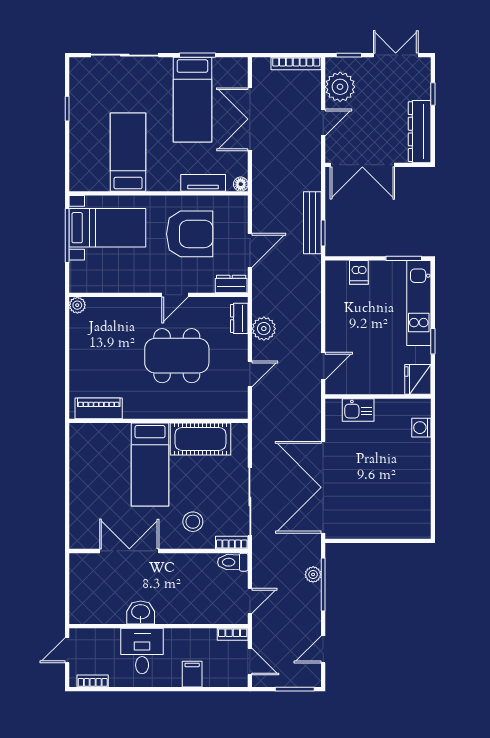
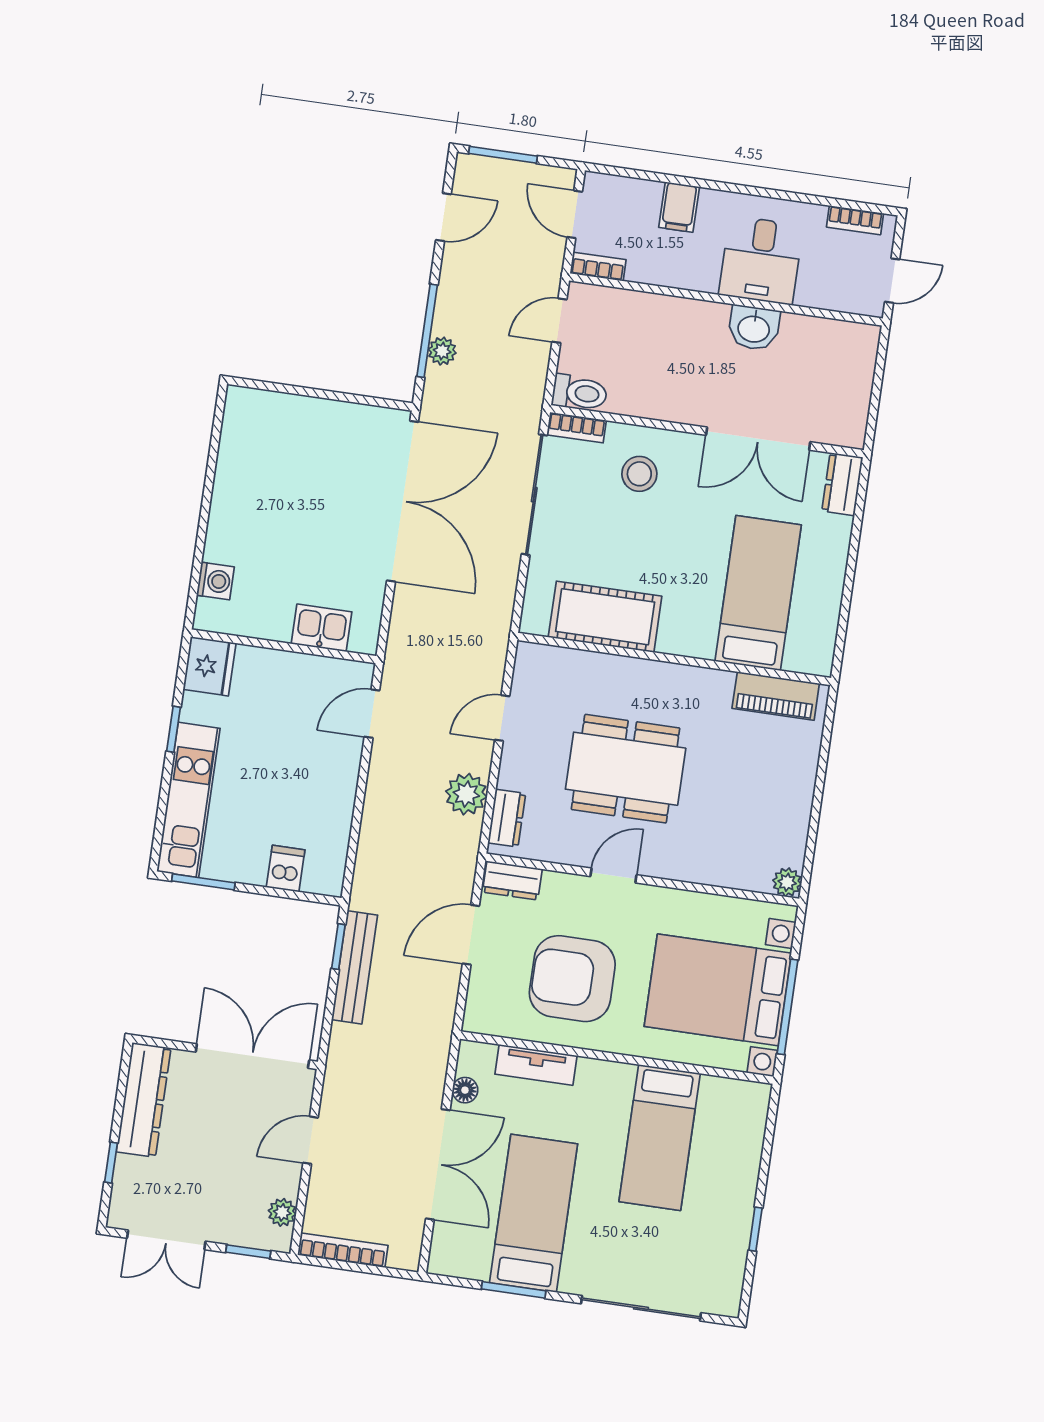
plant: (340, 87) -> (282, 1212), width x0.53, depth x0.53
floor lamp: (241, 184) -> (465, 1090), moved
bed with nightstands: (107, 228) -> (718, 990), width x1.36
bed: (150, 465) -> (758, 593), moved
dresser: (78, 532) -> (842, 484), added

